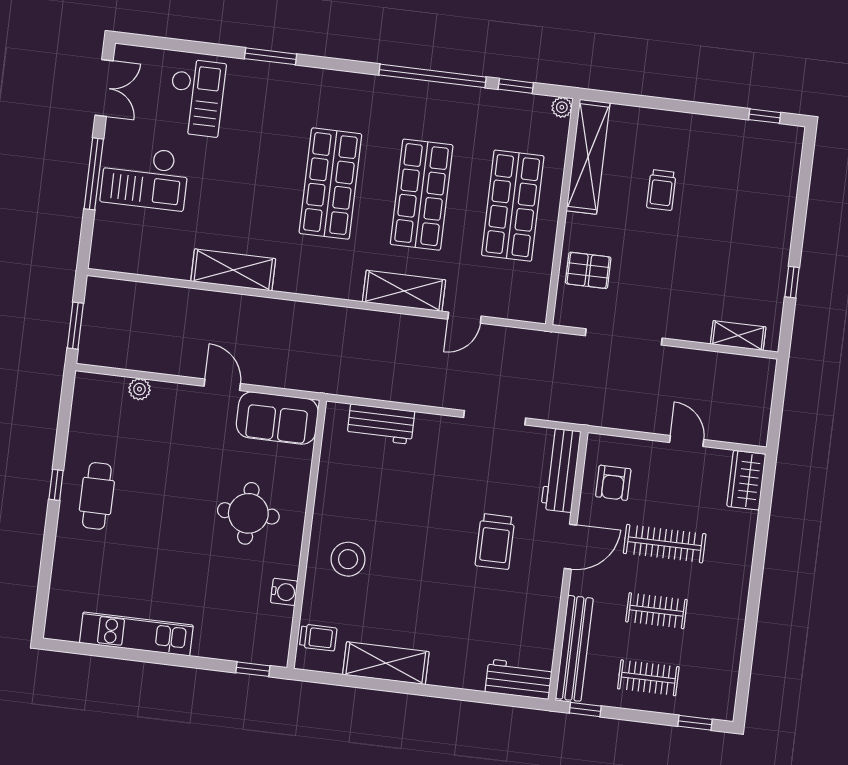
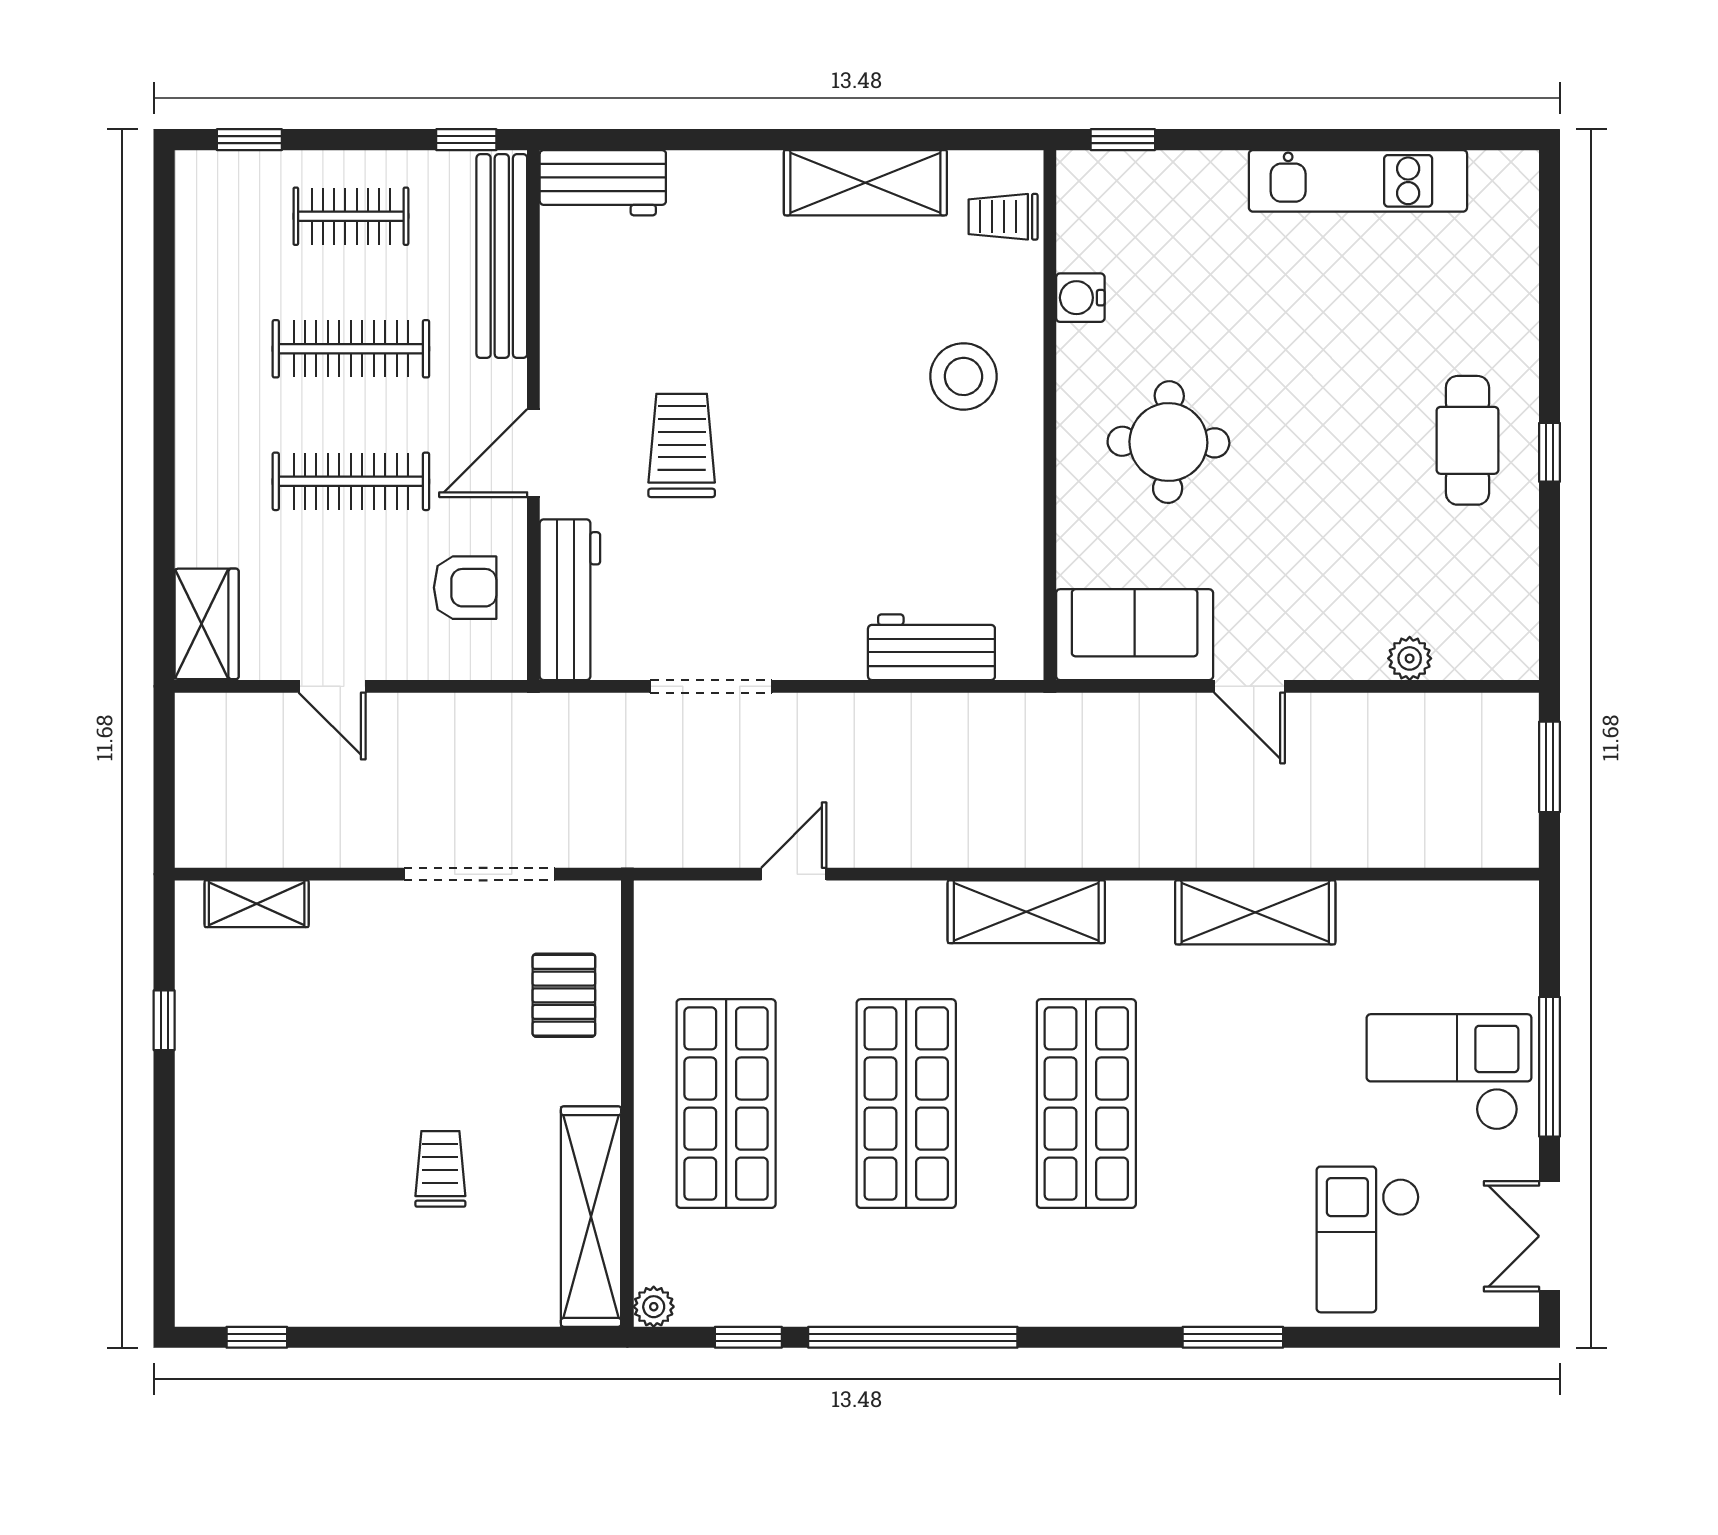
pallet: (588, 270) -> (564, 995), turned 90
shelving: (404, 291) -> (1026, 912), moved
armchair: (613, 483) -> (465, 588), turned 90
clothes rail: (656, 611) -> (351, 349), width x1.36

